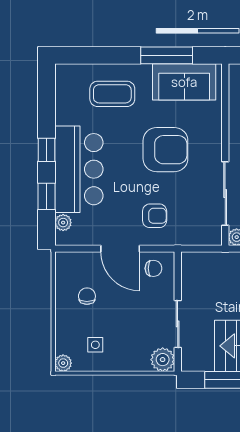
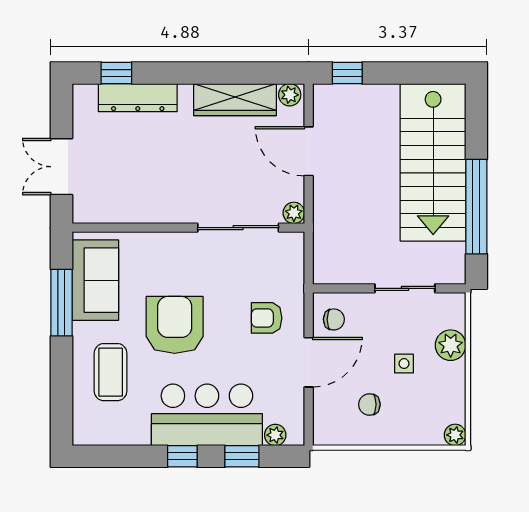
armchair: (165, 150) -> (175, 325), moved
armchair: (155, 216) -> (267, 318), turned -90
chair: (153, 268) -> (334, 319), turned 90
side table: (95, 345) -> (404, 364), moved
plant: (163, 360) -> (451, 345), moved

